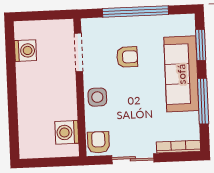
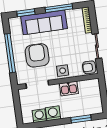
armchair: (127, 57) -> (37, 55), width x1.88, depth x1.88
kitchen sink: (66, 105) -> (69, 89), added
window: (13, 120) -> (81, 119), added
washing machine: (67, 132) -> (53, 113), moved, turned 180

